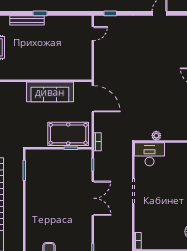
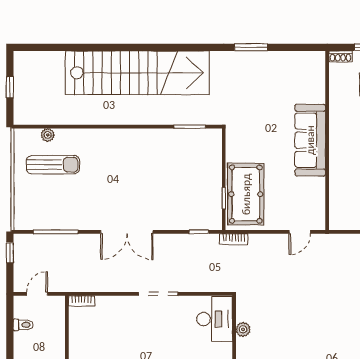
sofa: (50, 92) -> (310, 140), moved
door: (93, 99) -> (300, 232), width x0.53
double door: (93, 198) -> (127, 232), moved

